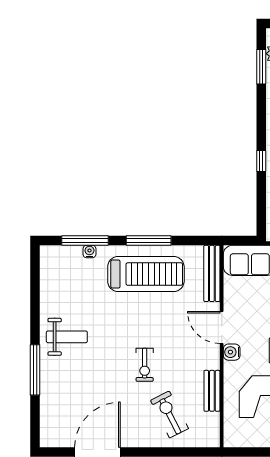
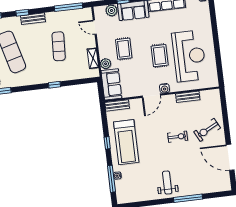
window: (149, 241) -> (107, 143), width x0.46
bench: (212, 273) -> (117, 105), width x0.73
treadmill: (146, 274) -> (126, 142), turned 180
exercise bike: (169, 414) -> (207, 130), moved

